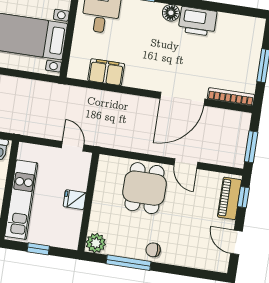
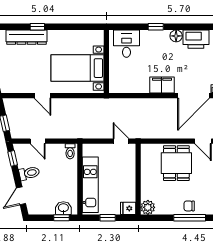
filing cabinet: (106, 72) -> (162, 85), moved
fridge: (75, 200) -> (128, 208), moved
window: (129, 263) -> (190, 218), moved

